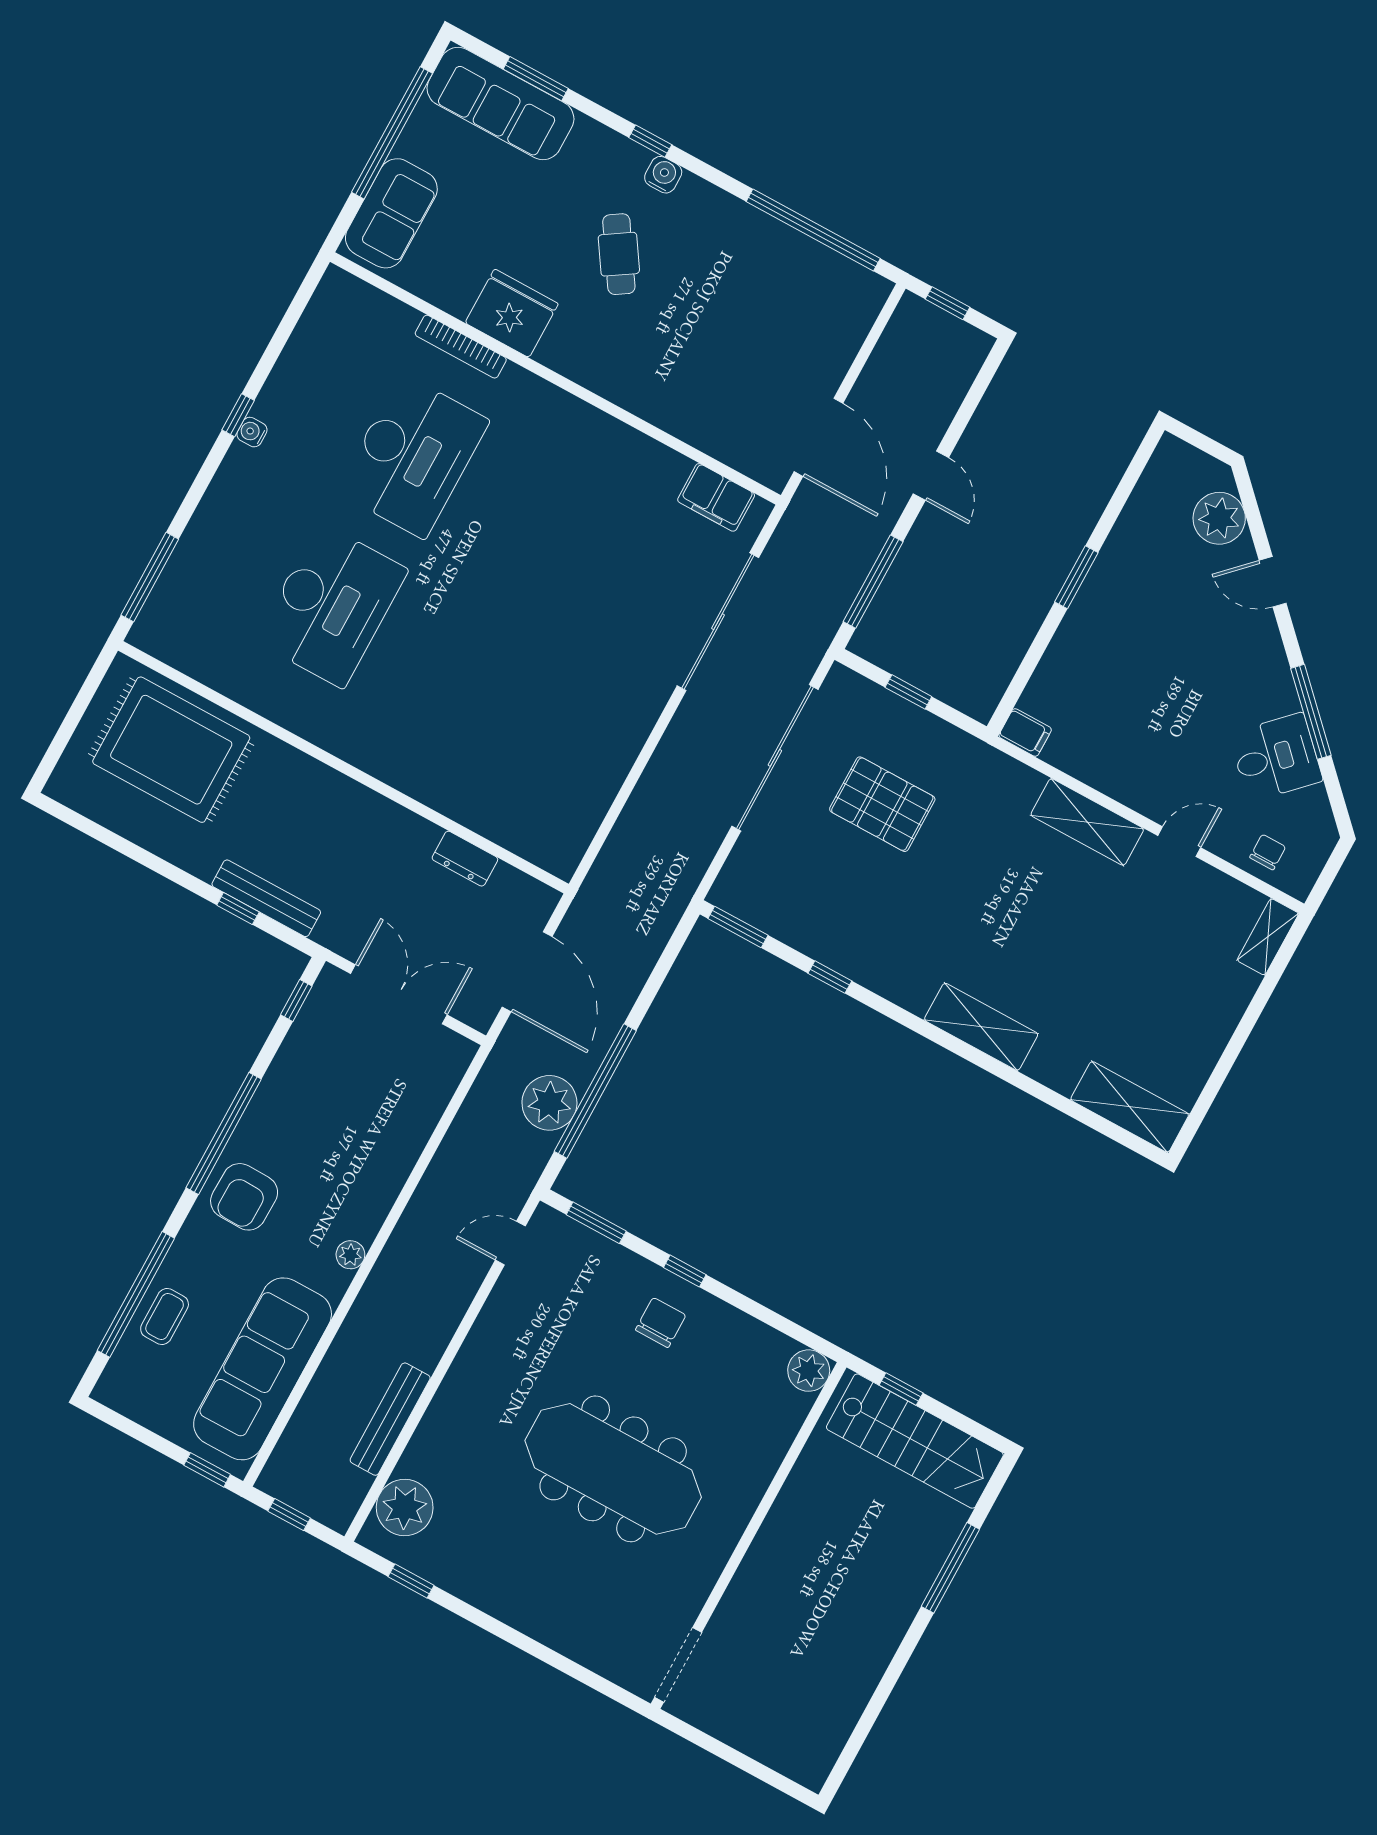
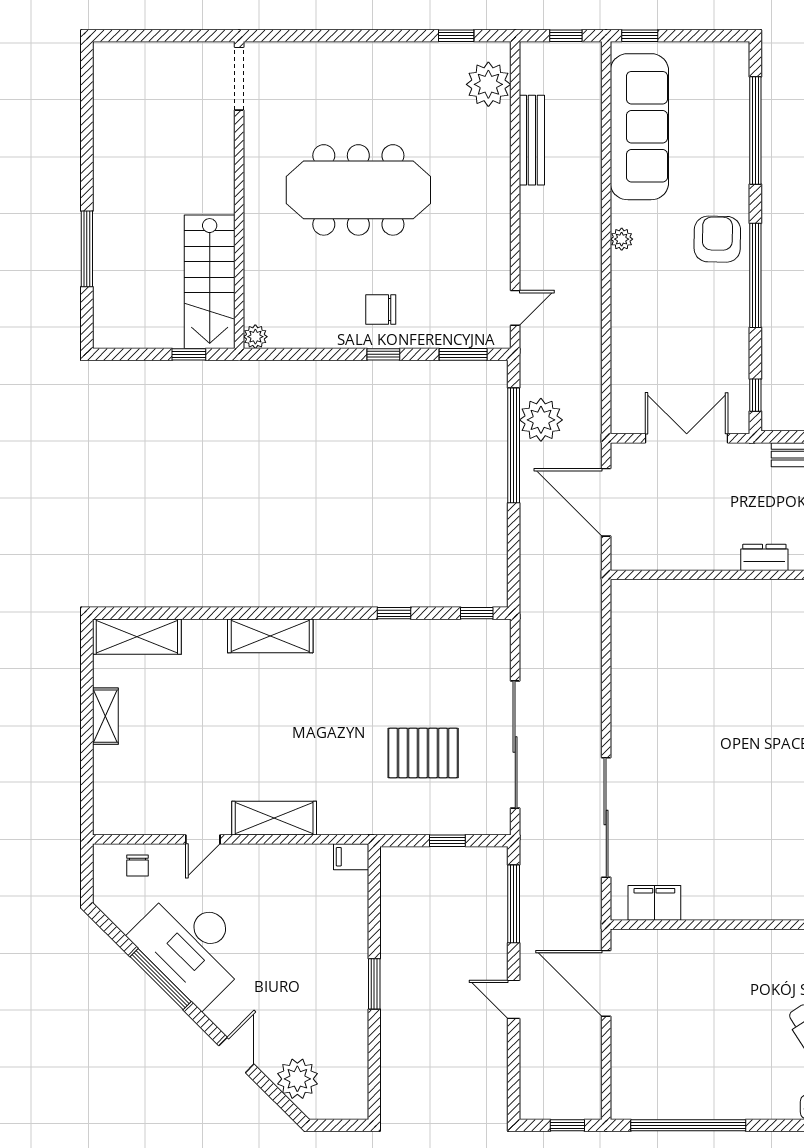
door: (1273, 582) -> (236, 1055), hinge flipped
desk: (1276, 757) -> (192, 946), width x1.87, depth x1.30
dresser: (465, 859) -> (764, 557), moved
window: (738, 927) -> (477, 613), width x0.67
shelving: (1268, 937) -> (105, 716), moved
double door: (399, 994) -> (687, 438), swing flipped
coffee table: (165, 1316) -> (727, 126), removed
chair: (661, 1323) -> (381, 309), turned 90
plant: (809, 1371) -> (255, 337), width x0.73, depth x0.73
stairs: (915, 1441) -> (210, 282), moved, turned -90

